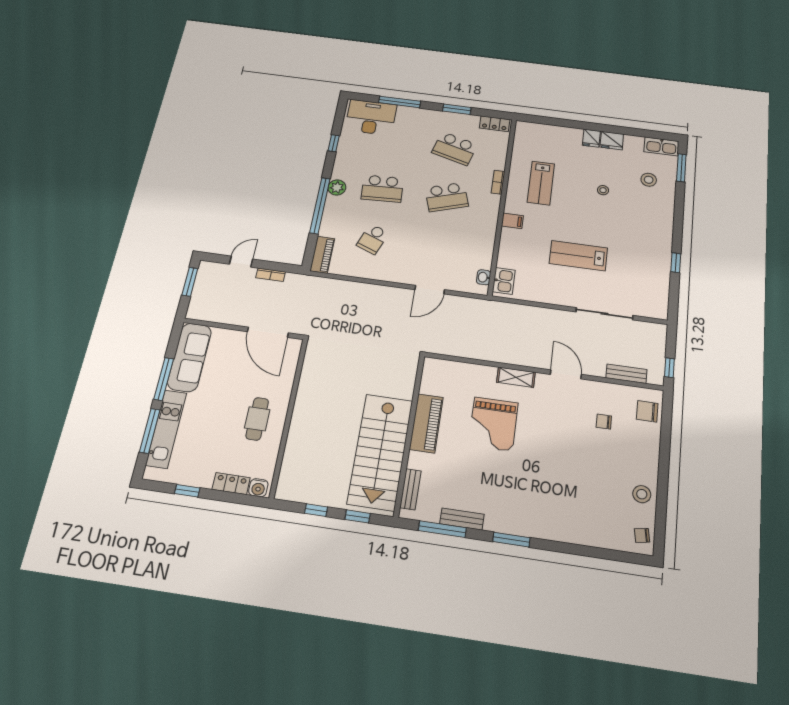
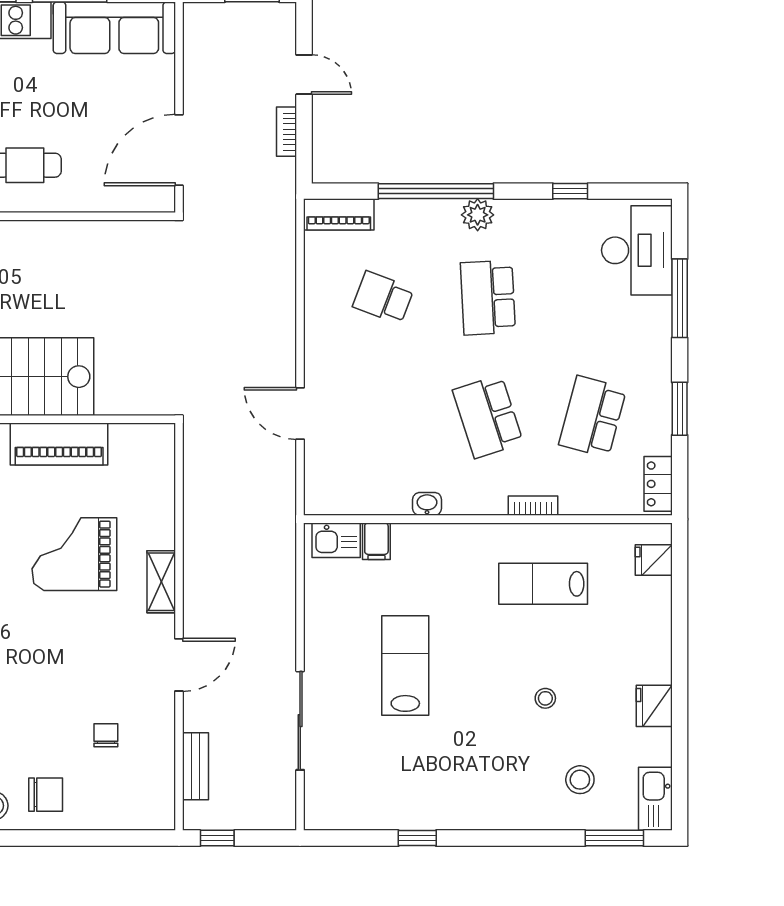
fridge: (591, 138) -> (654, 560), moved
filing cabinet: (512, 221) -> (376, 541), moved
washbasin: (484, 277) -> (427, 504), moved
chair: (647, 411) -> (46, 795), moved, turned 90

